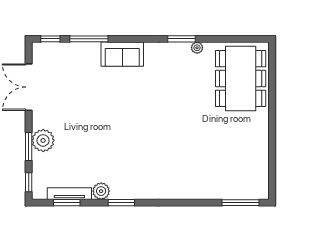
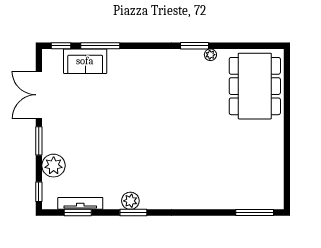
sofa: (122, 54) -> (85, 61), moved
plant: (43, 140) -> (54, 166), moved
window: (29, 146) -> (39, 141), moved
plant: (101, 191) -> (130, 201), moved

